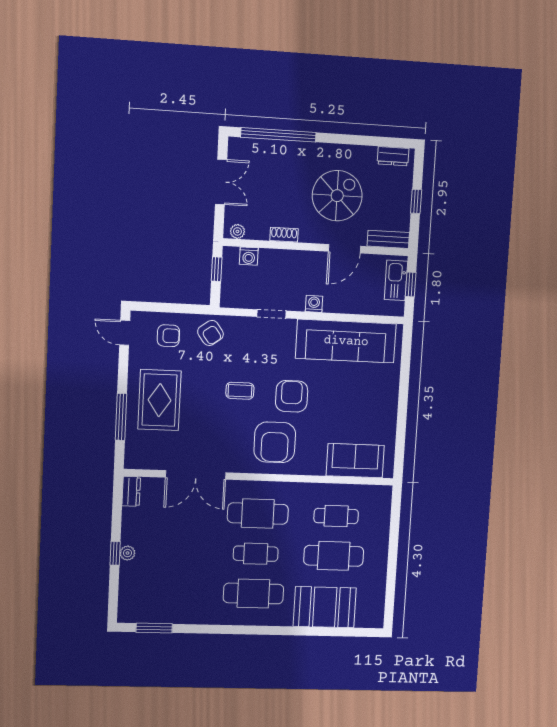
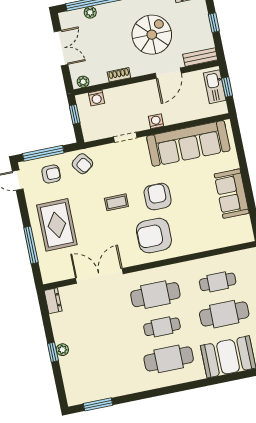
plant: (269, 147) -> (90, 12), added
window: (165, 308) -> (43, 153), added
armchair: (275, 442) -> (154, 236), turned 90
sofa: (355, 461) -> (232, 194), moved, turned -90
double door: (196, 475) -> (99, 276), swing flipped

